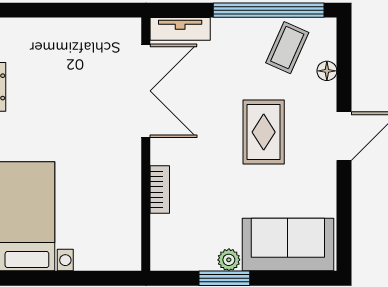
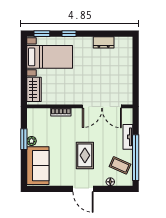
tv unit: (180, 29) -> (128, 137), moved
rug: (264, 132) -> (85, 155), turned 90
wardrobe: (105, 254) -> (34, 89), added

